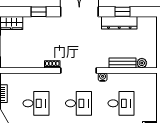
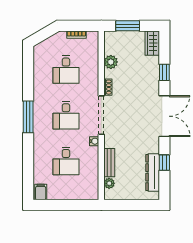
dresser: (119, 23) -> (153, 172), moved
plant: (29, 62) -> (111, 62), added

